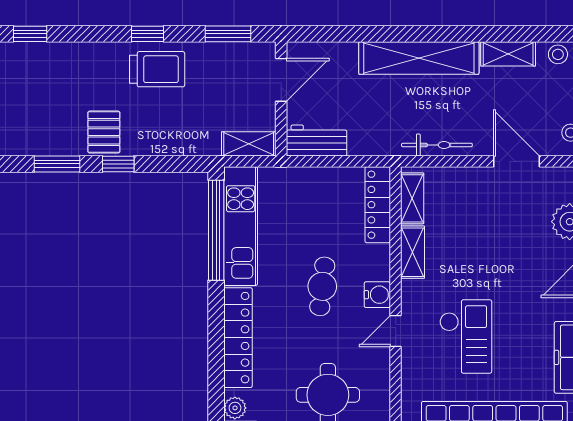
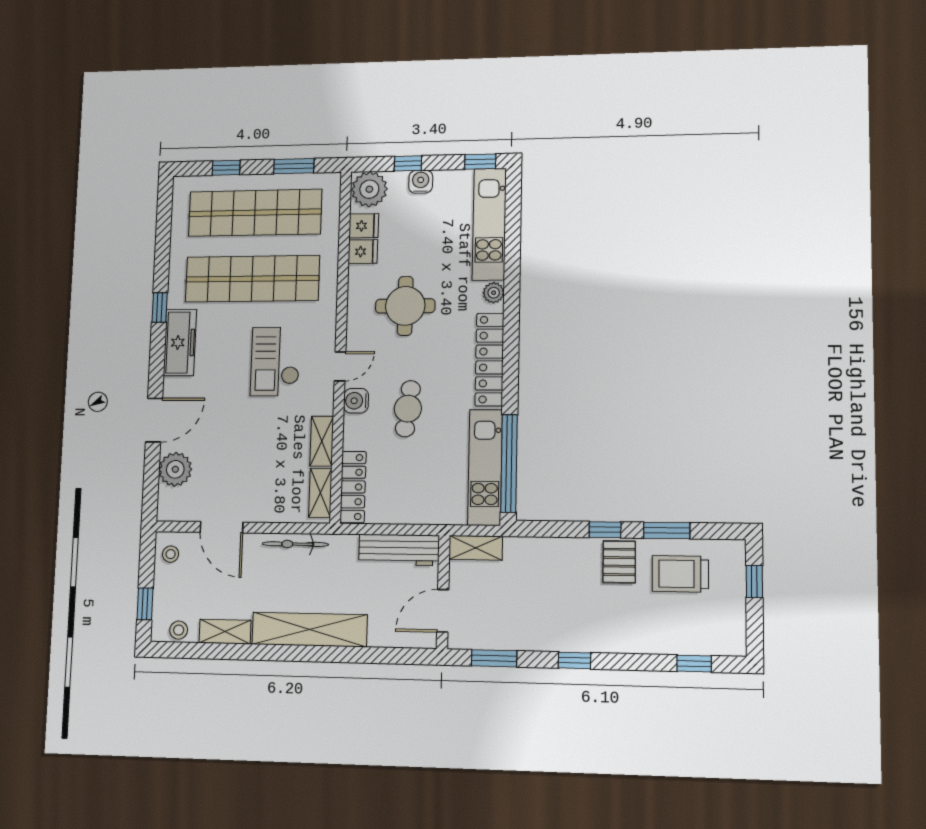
trolley: (157, 69) -> (680, 574), moved
workbench: (317, 141) -> (399, 550), width x1.38

